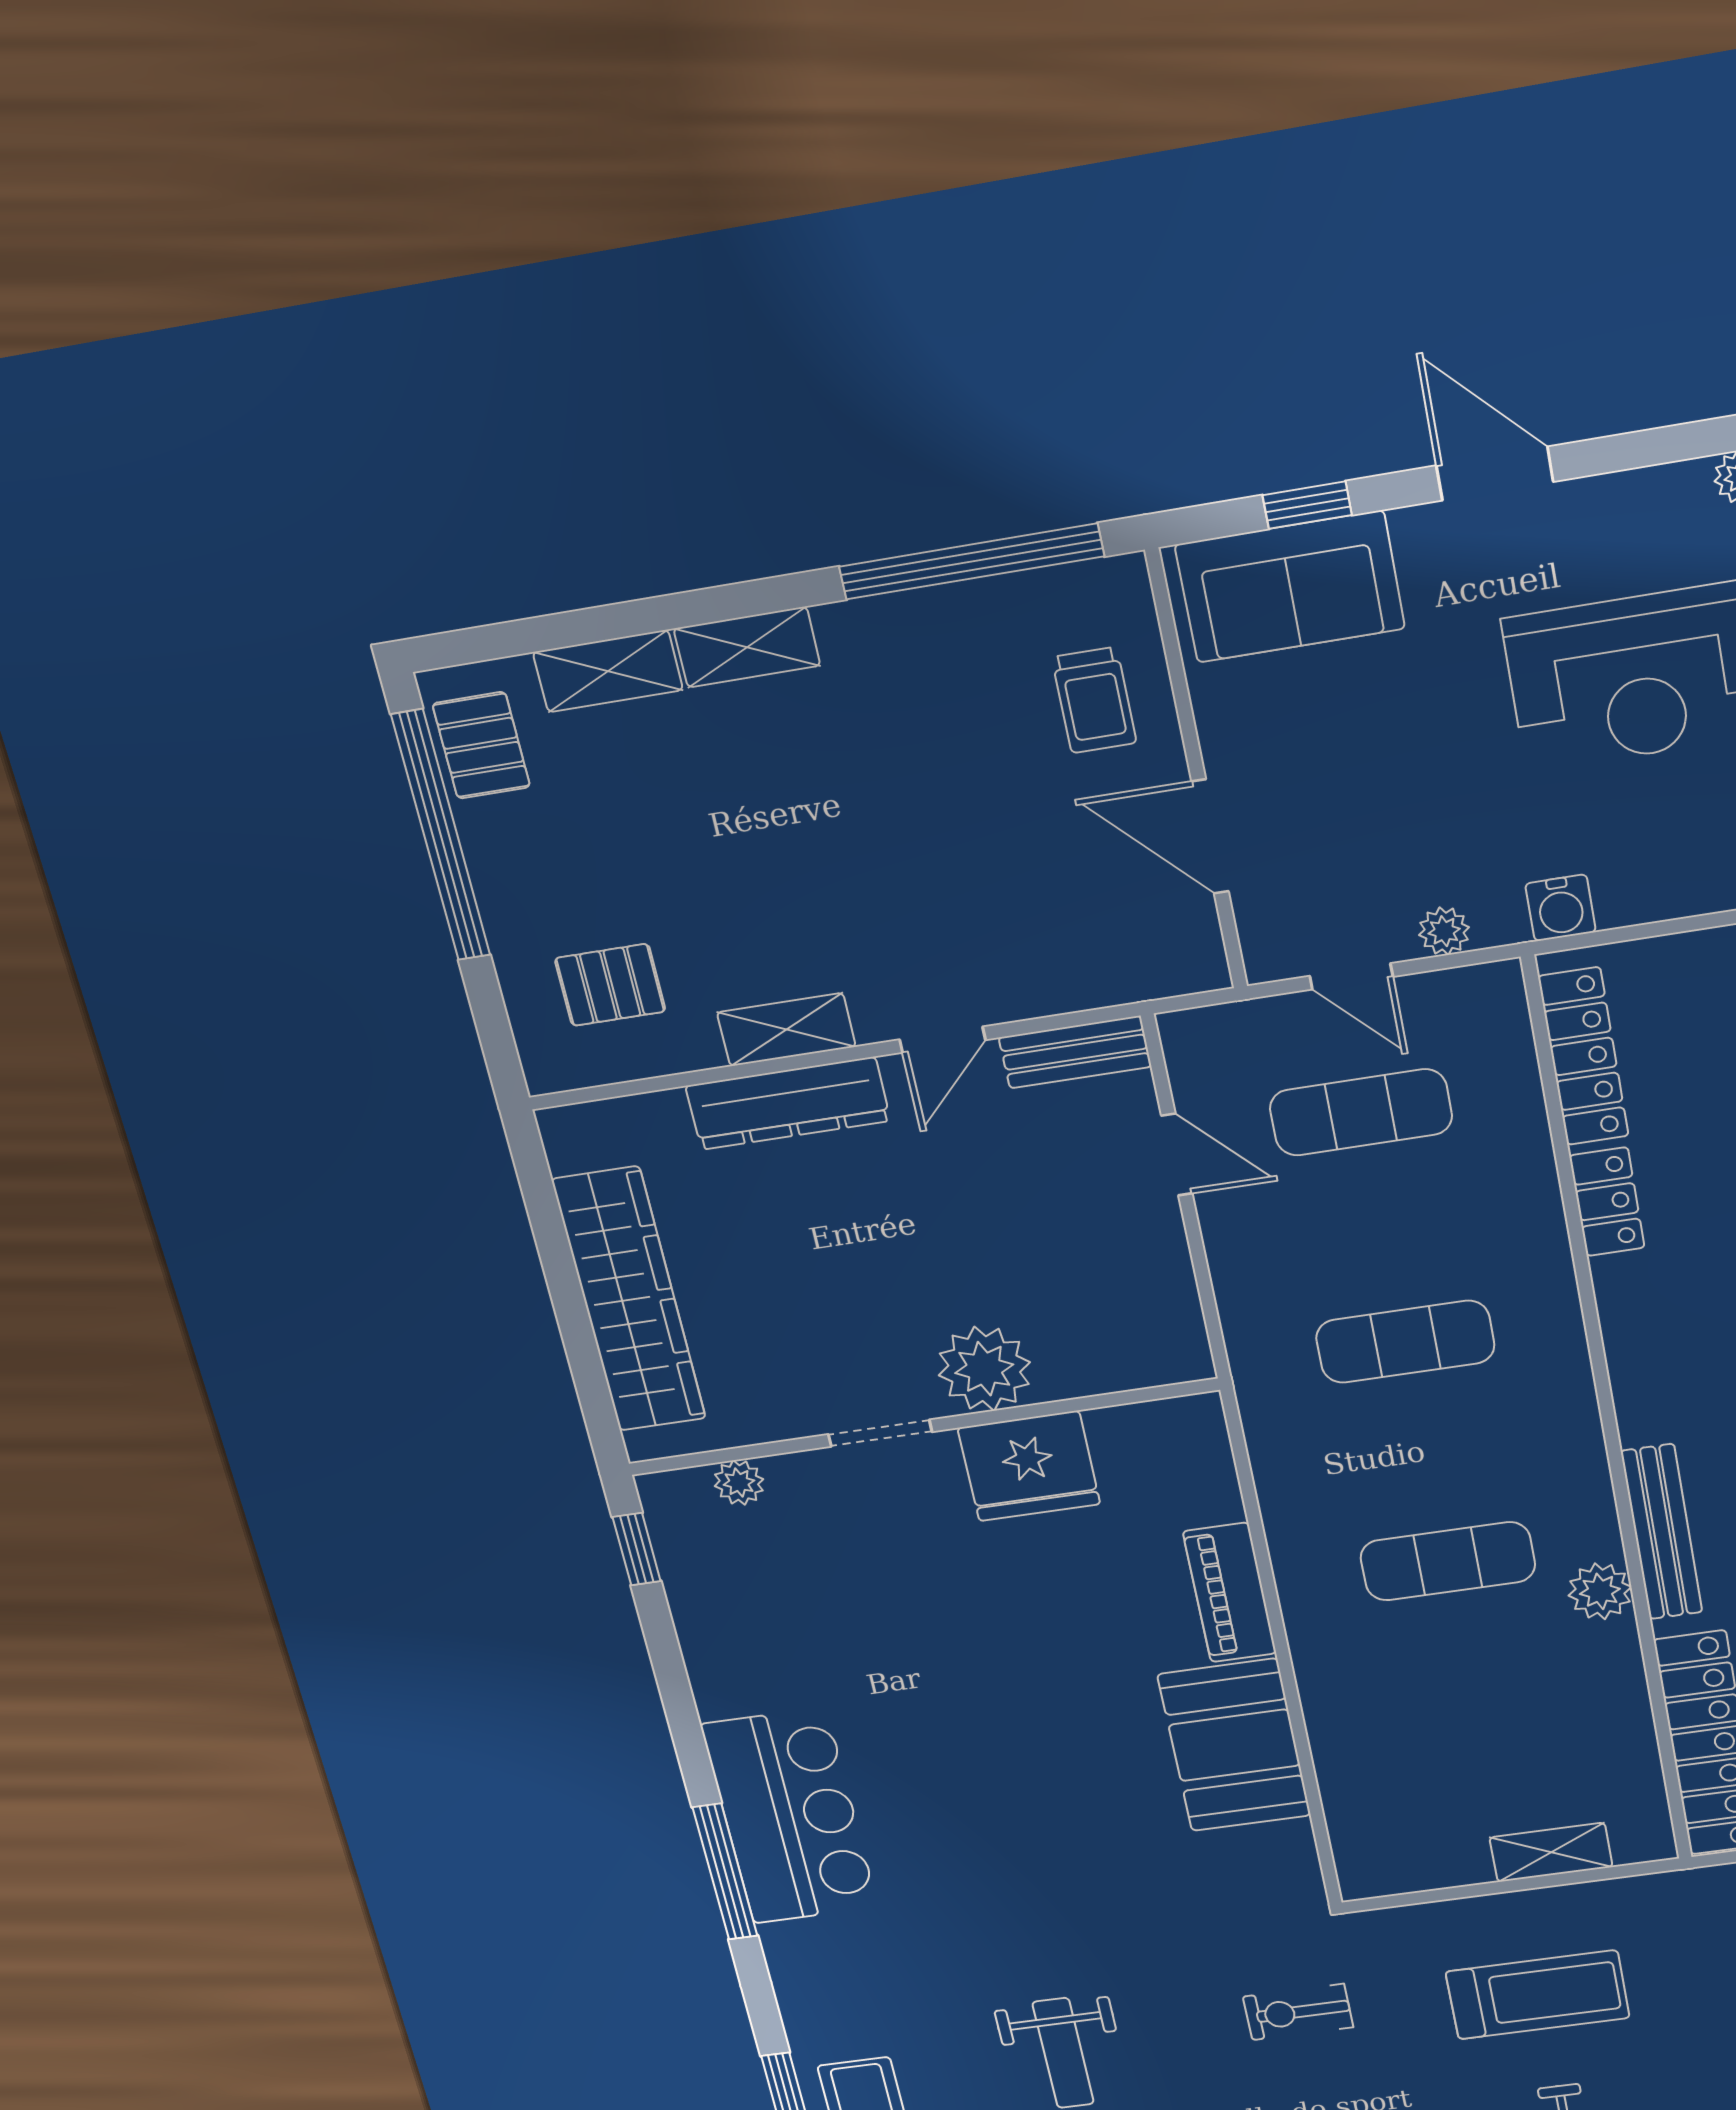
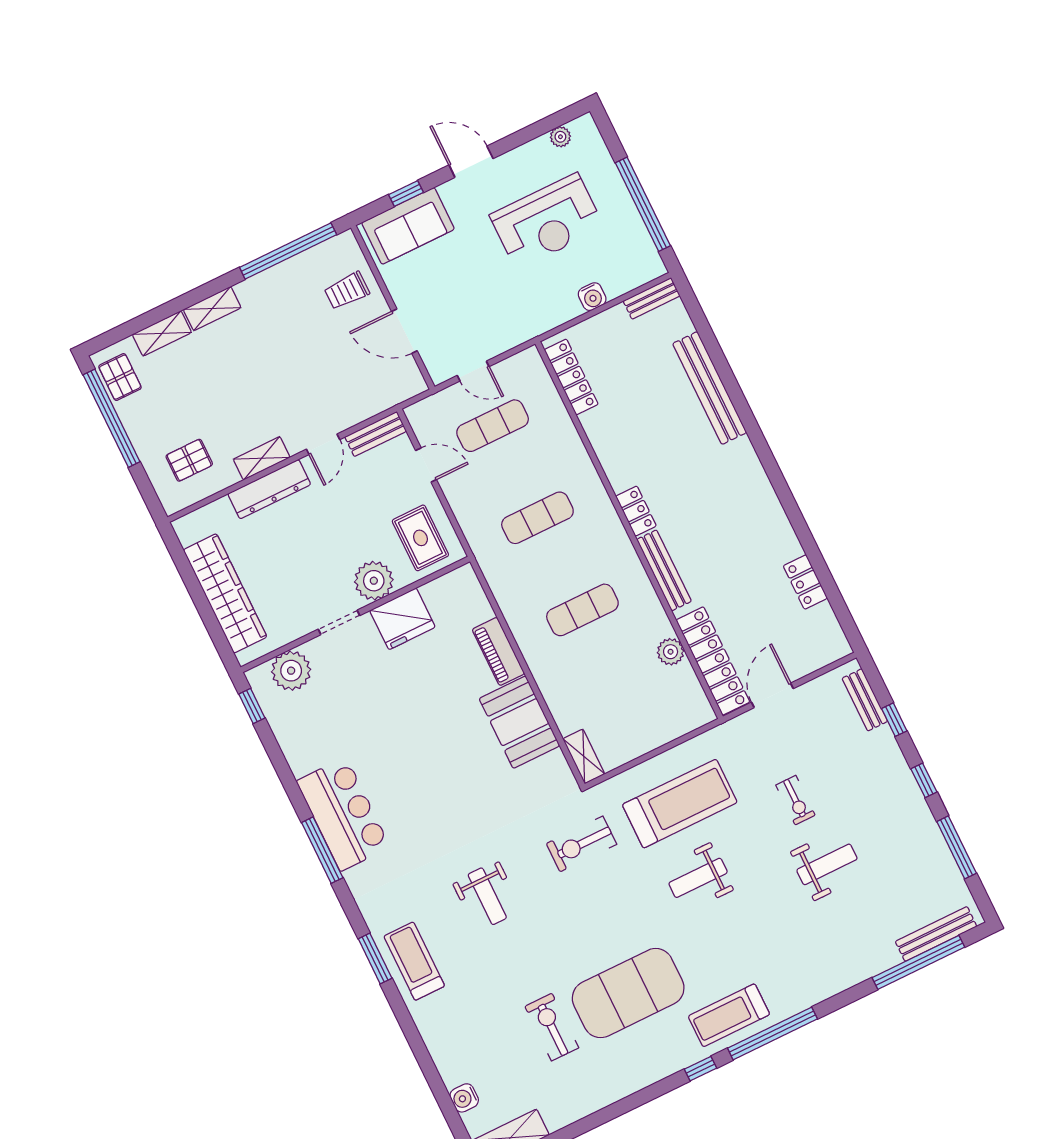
trolley: (1094, 700) -> (347, 291), turned 90
water cooler: (1561, 908) -> (592, 297), moved
plant: (1444, 931) -> (503, 342), removed
locker: (1607, 1202) -> (636, 511), moved
rug: (1119, 1308) -> (420, 538), added
plant: (739, 1483) -> (291, 671), width x1.87, depth x1.87
plant: (1600, 1591) -> (671, 652), moved
shelving: (1551, 1852) -> (584, 756), moved, turned 90
treadmill: (1538, 1995) -> (680, 804), width x1.37, depth x1.38
exercise bike: (1298, 2012) -> (581, 844), width x1.38, depth x1.39

